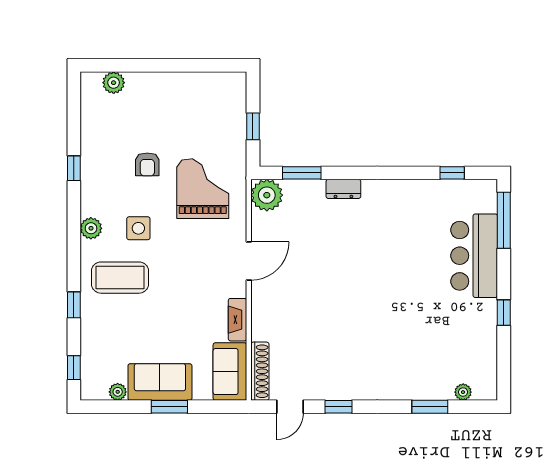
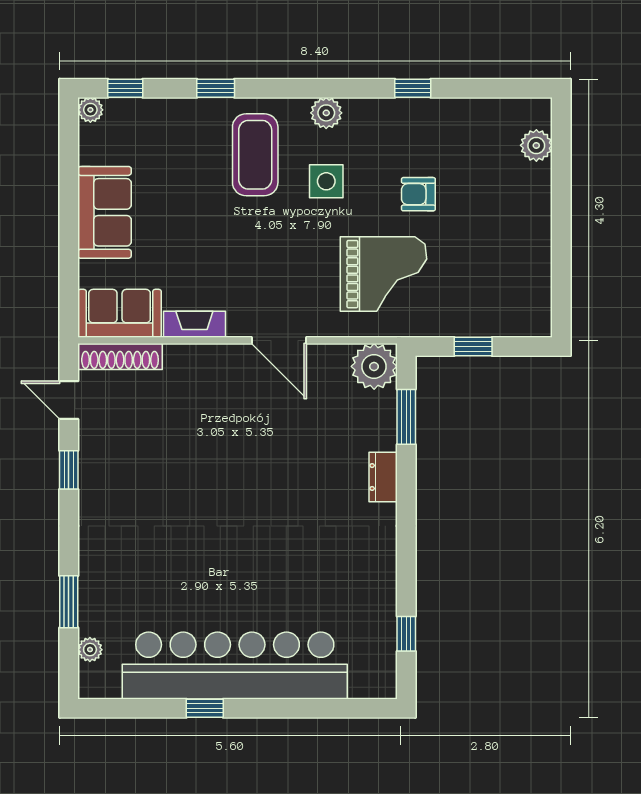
window: (504, 220) -> (338, 708), removed
bar counter: (474, 256) -> (235, 666), width x1.86
plant: (118, 392) -> (90, 110), moved
window: (169, 407) -> (69, 226), removed

